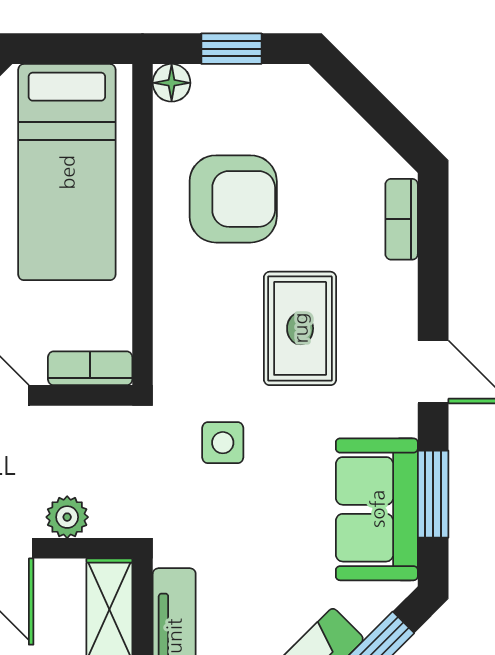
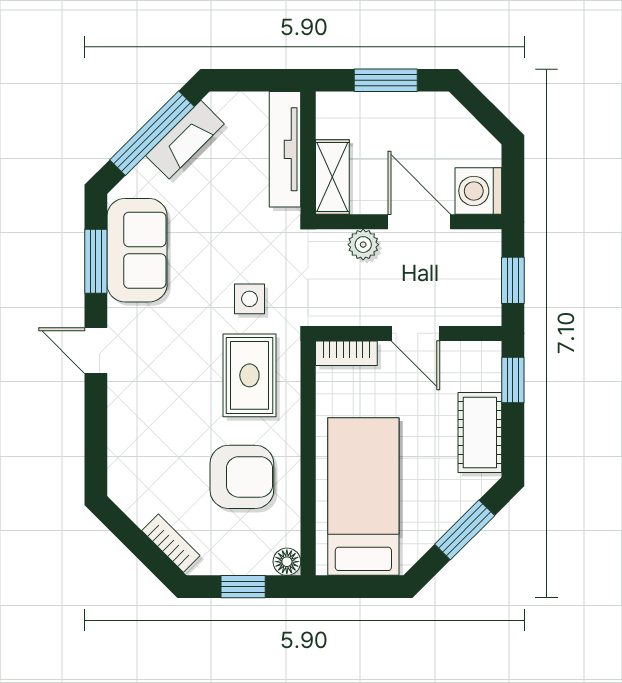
armchair: (233, 199) -> (242, 477), turned 180
bookcase: (402, 219) -> (171, 543), moved, turned -45
rug: (300, 328) -> (249, 375), moved

